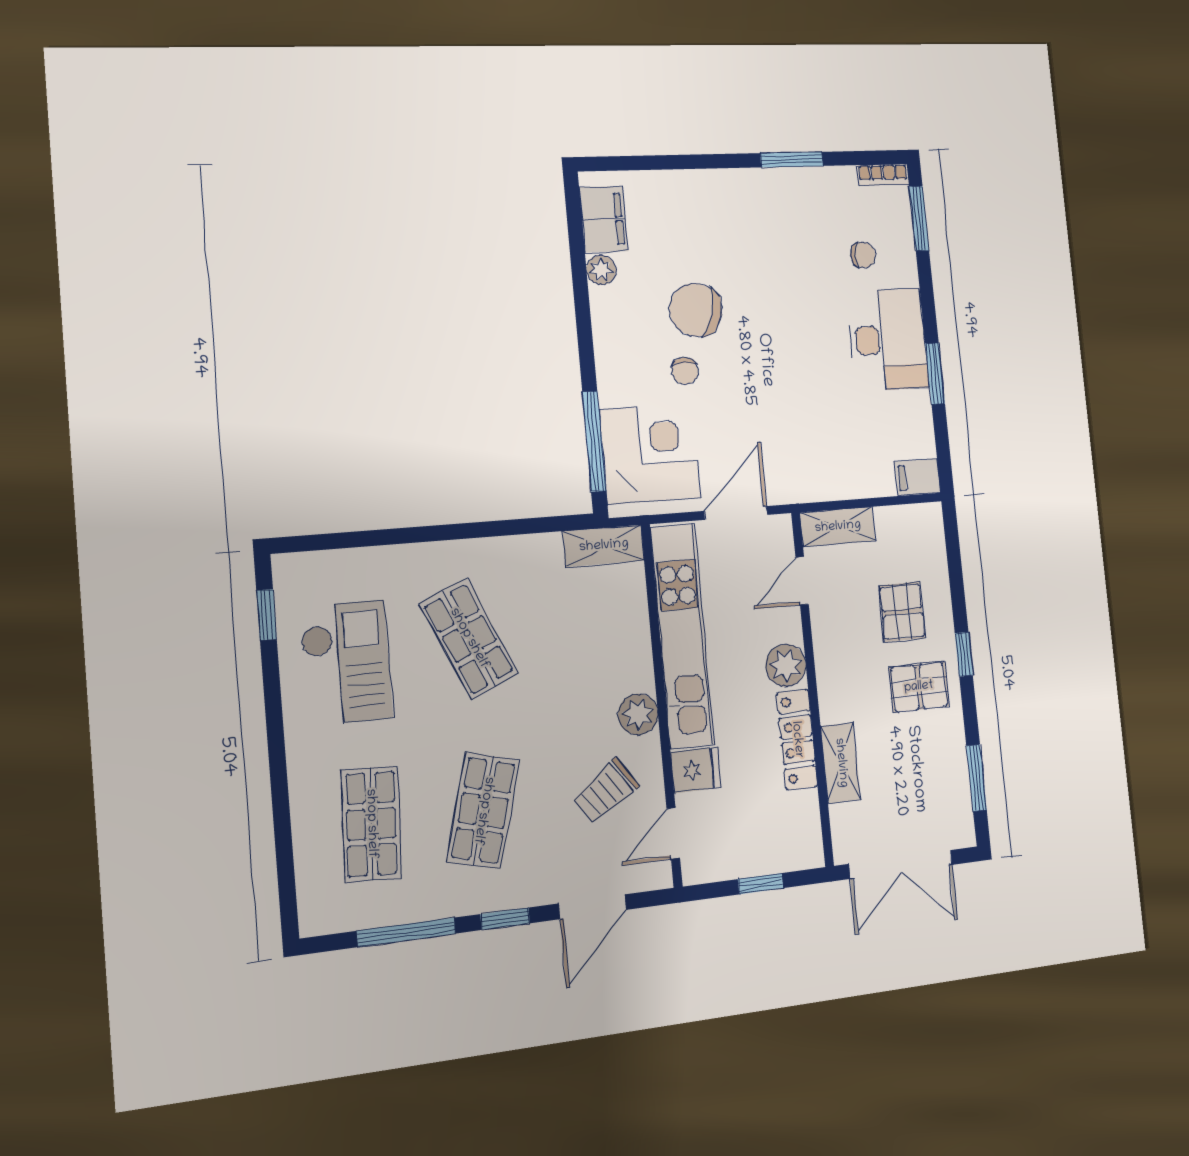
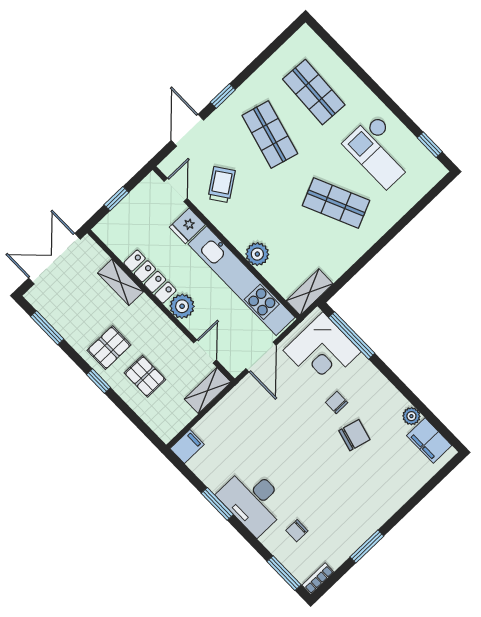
chair: (696, 310) -> (354, 435), width x0.73, depth x0.73
plant: (638, 714) -> (257, 254), moved
window: (406, 932) -> (262, 58), removed

